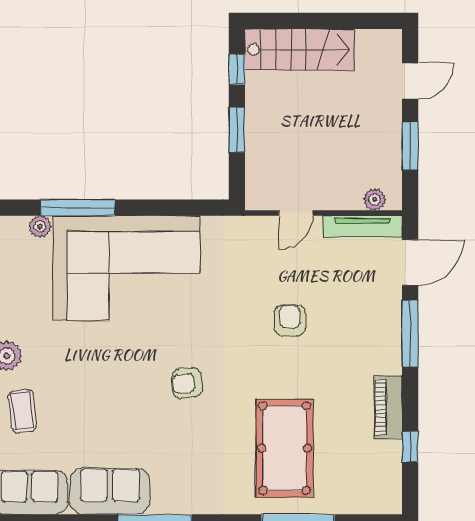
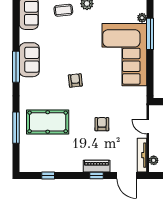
armchair: (290, 321) -> (102, 124), turned -90
window: (410, 333) -> (97, 175), width x0.46
piano: (388, 407) -> (97, 166), moved
sofa: (110, 491) -> (29, 60), moved

